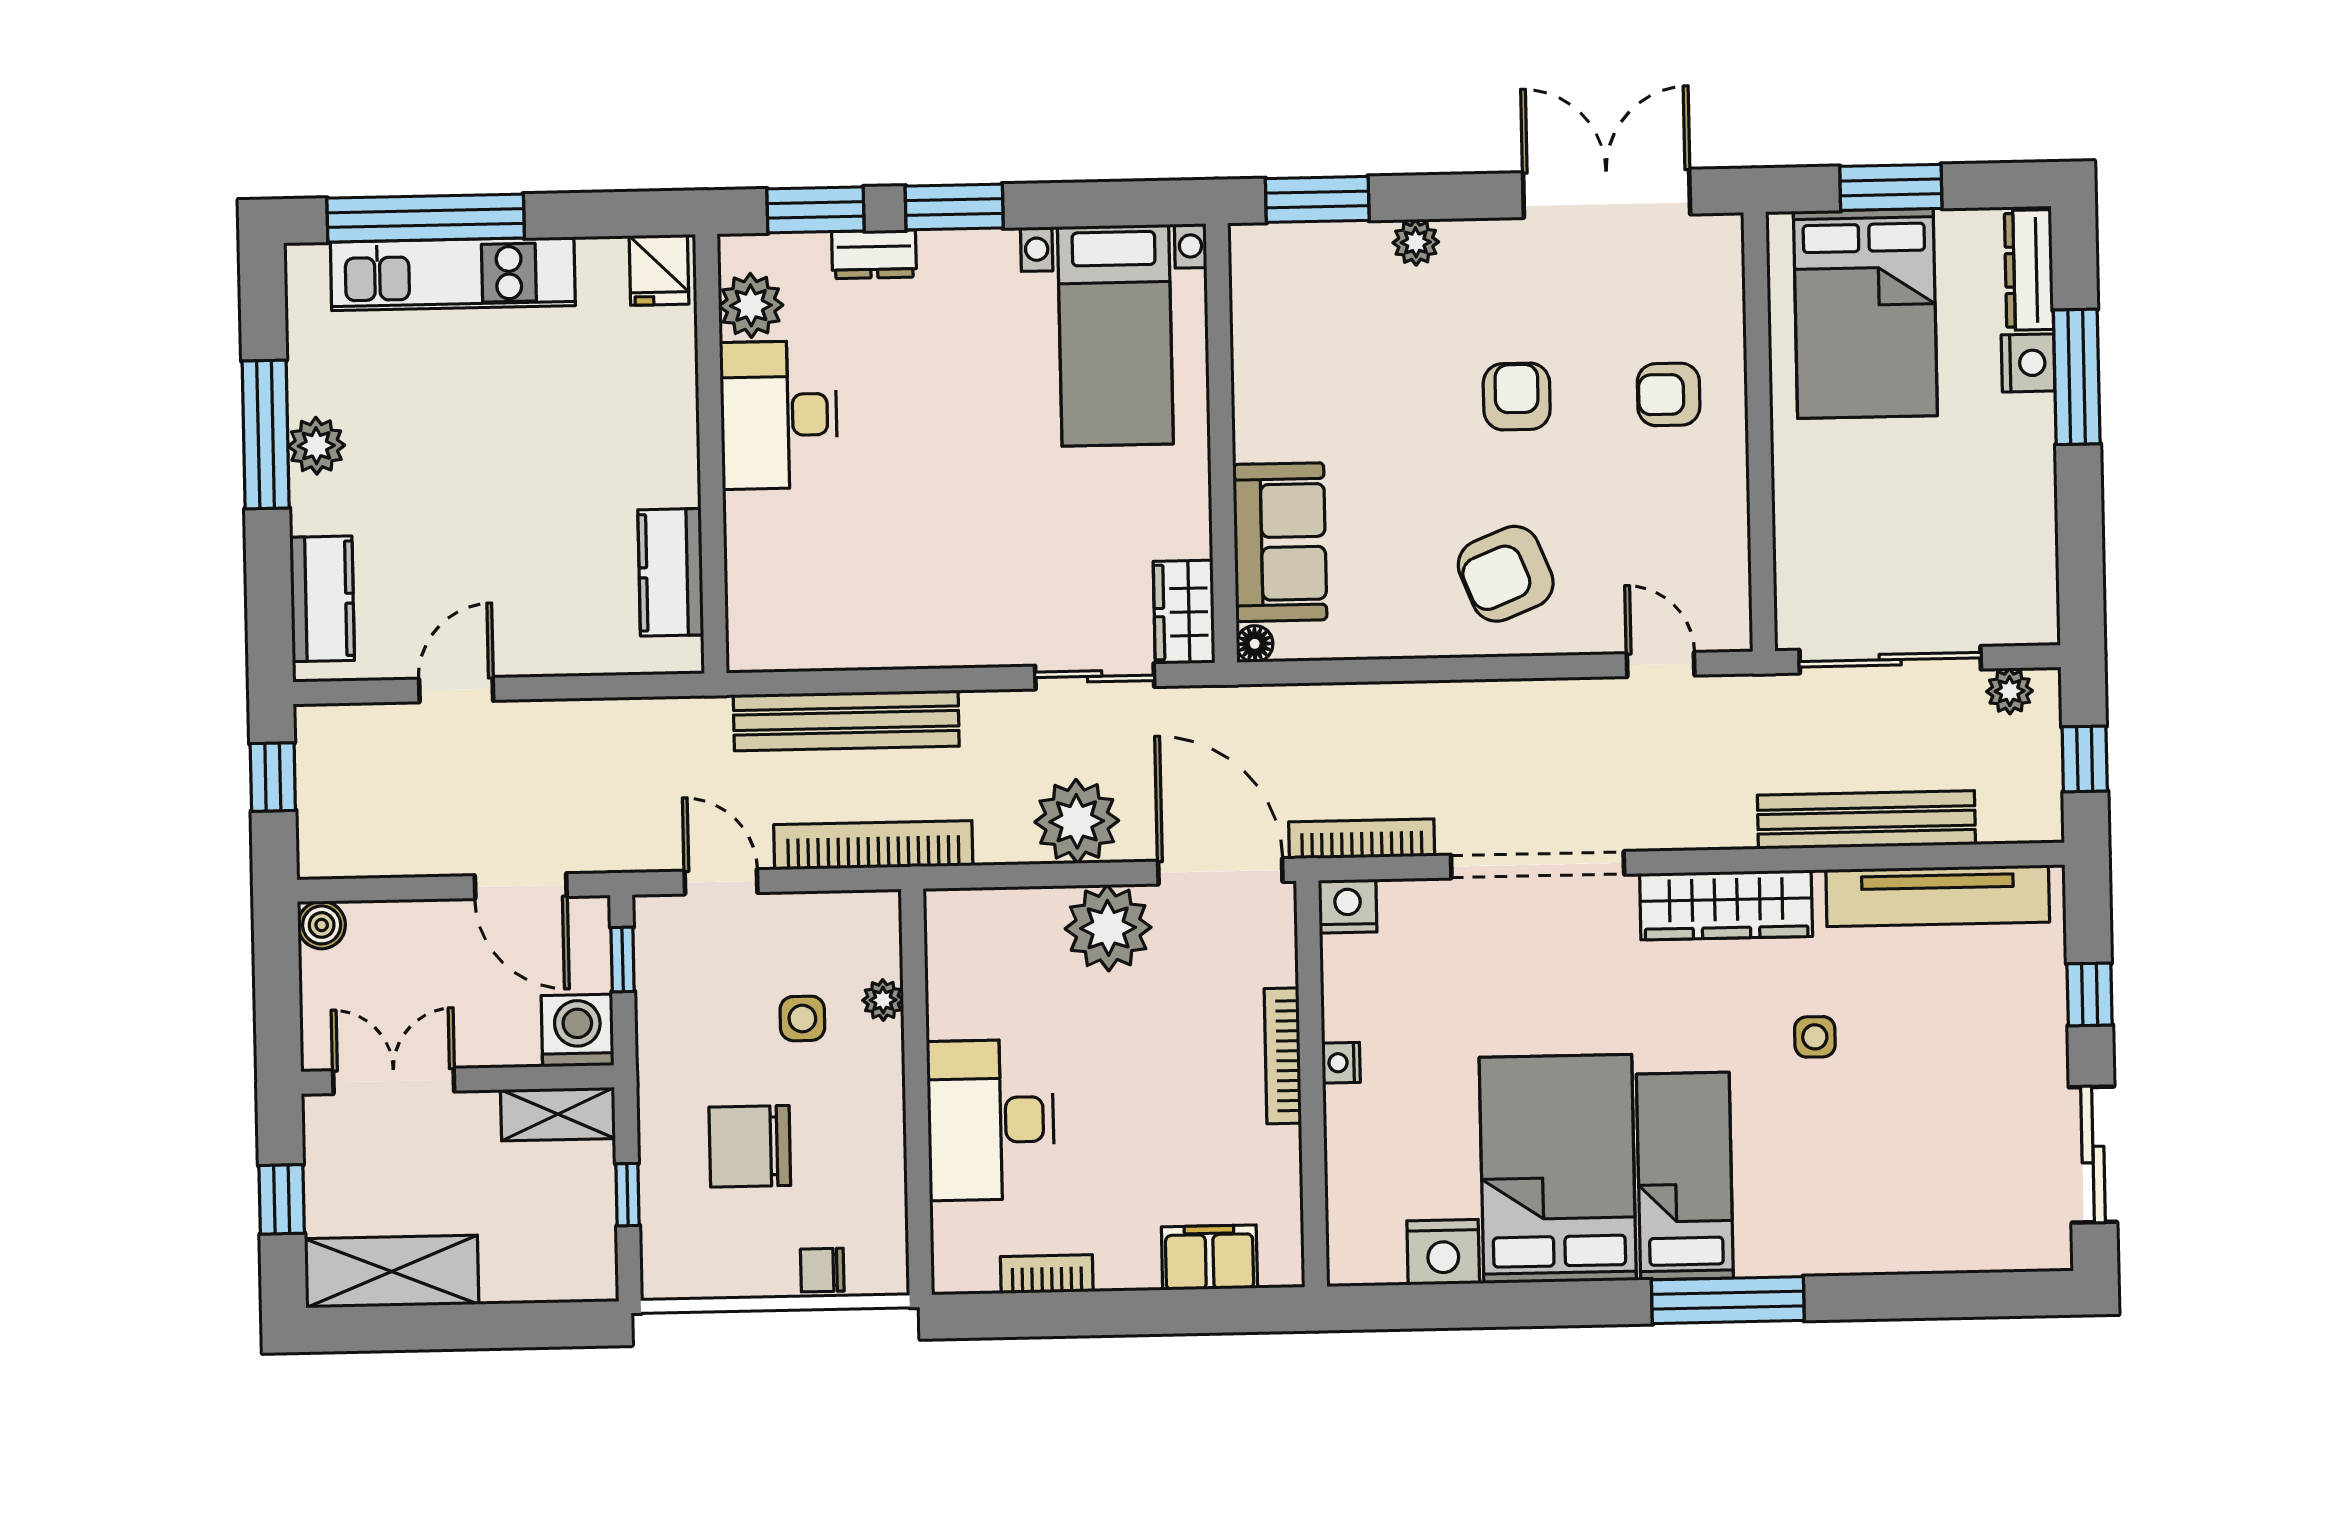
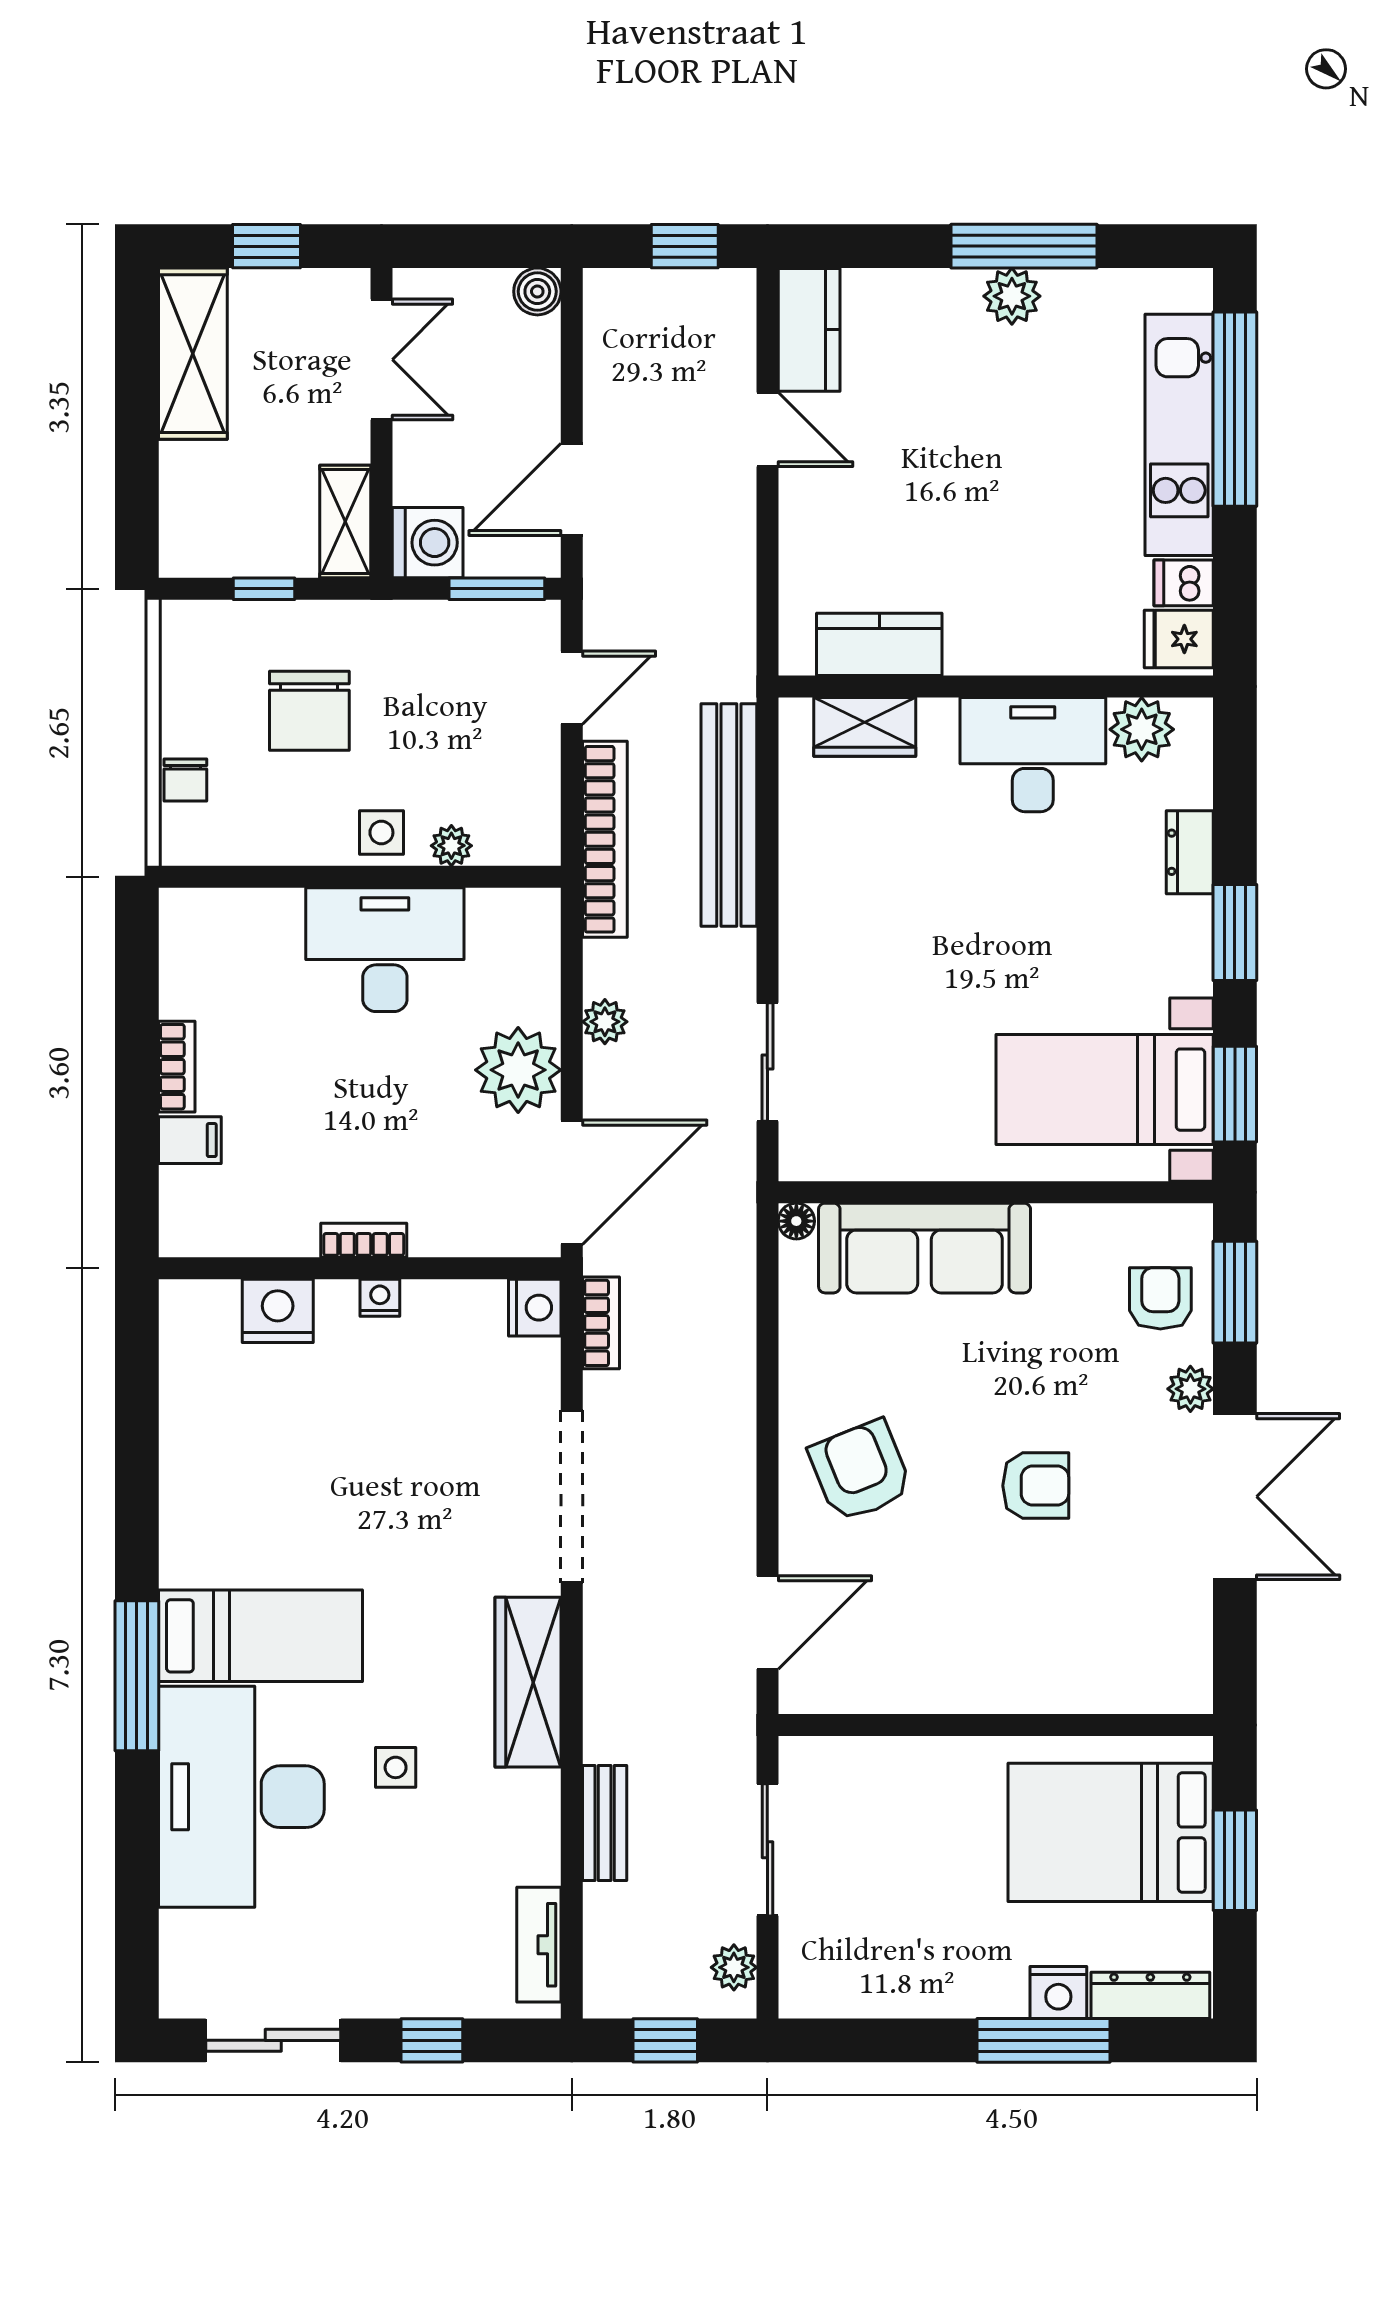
double door: (1607, 193) -> (1235, 1497), moved
window: (816, 210) -> (1235, 1094), moved
dishwasher: (602, 266) -> (1184, 583), added
armchair: (1669, 394) -> (1160, 1298), moved
sofa: (1280, 542) -> (925, 1248), width x1.36
kitchen counter: (322, 599) -> (809, 330), moved, turned -90
wardrobe: (1184, 612) -> (865, 727), moved, turned 180
sliding door: (1890, 660) -> (767, 1850), width x0.73
door: (1661, 664) -> (767, 1622), width x1.37
bench: (1866, 820) -> (605, 1823), width x0.54, depth x0.82
plant: (1077, 821) -> (605, 1022), width x0.53, depth x0.53
bookcase: (1362, 839) -> (601, 1323), width x0.64
tv unit: (1938, 896) -> (539, 1945), width x0.52, depth x0.78
window: (623, 959) -> (497, 589), width x1.50
side table: (802, 1018) -> (381, 833), moved
bookcase: (1283, 1056) -> (364, 1240), width x0.64
desk: (991, 1120) -> (385, 950), moved
chair: (750, 1146) -> (309, 711), turned 180
bed: (1558, 1169) -> (270, 1510), removed
desk: (1848, 1192) -> (241, 1797), added
nightstand: (1443, 1252) -> (278, 1311), moved, turned 90
filing cabinet: (1209, 1257) -> (190, 1140), width x0.50
chair: (822, 1270) -> (185, 780), turned 180
bookcase: (1047, 1274) -> (177, 1067), moved

